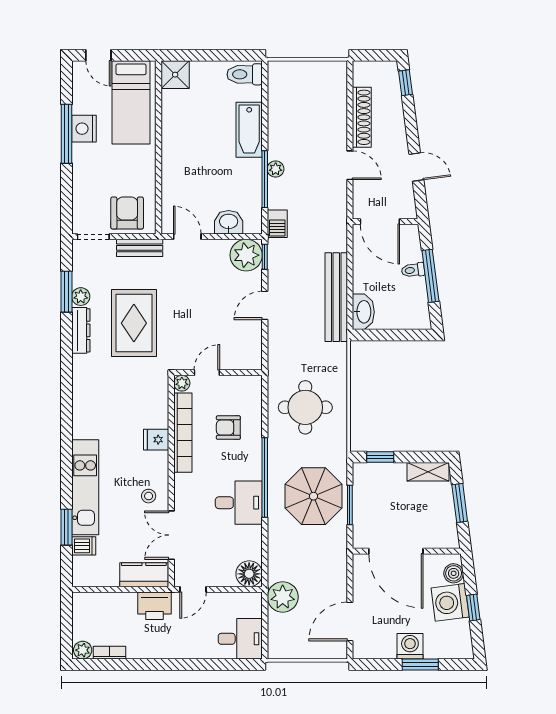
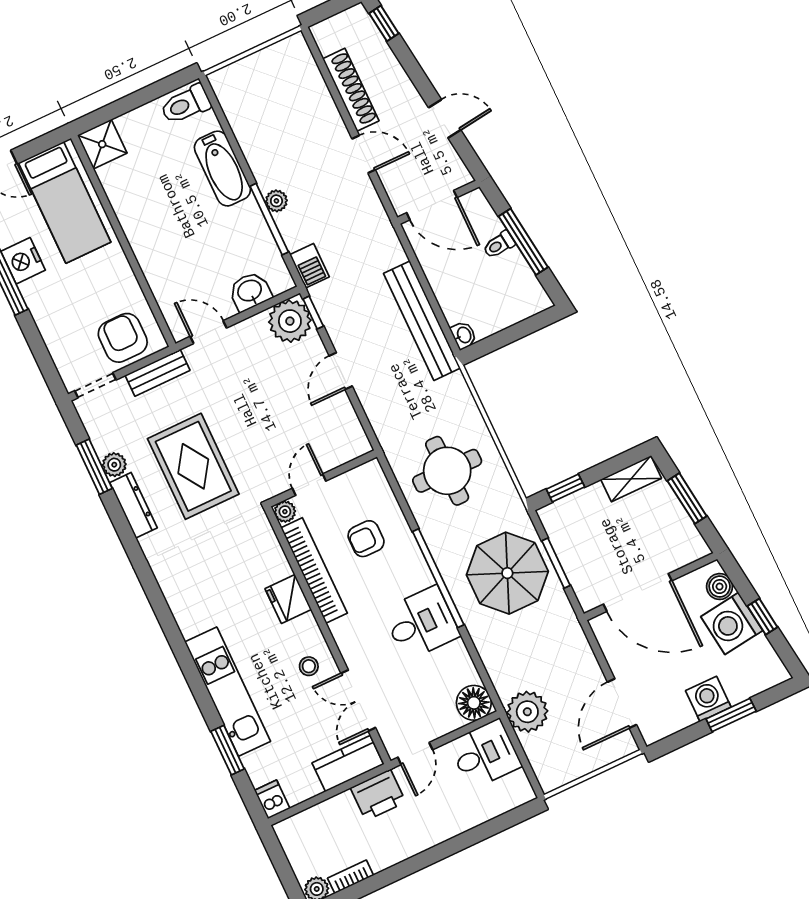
washbasin: (363, 312) -> (464, 335), width x0.52, depth x0.69
fridge: (156, 440) -> (288, 599), width x1.38
dishwasher: (84, 546) -> (272, 799), moved, turned -90
desk: (240, 639) -> (485, 754), moved

